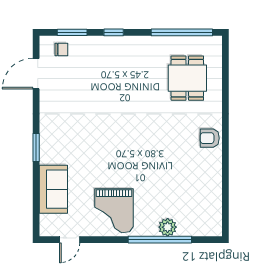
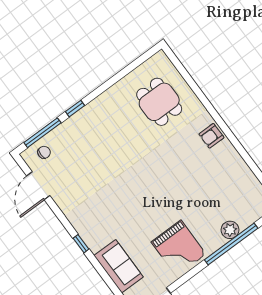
window: (72, 32) -> (42, 133), width x1.44
window: (182, 32) -> (128, 69), removed
window: (36, 148) -> (81, 244), width x0.67

